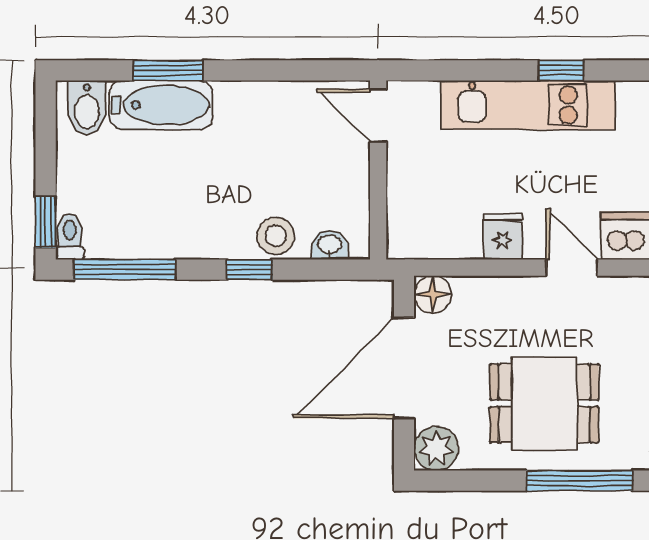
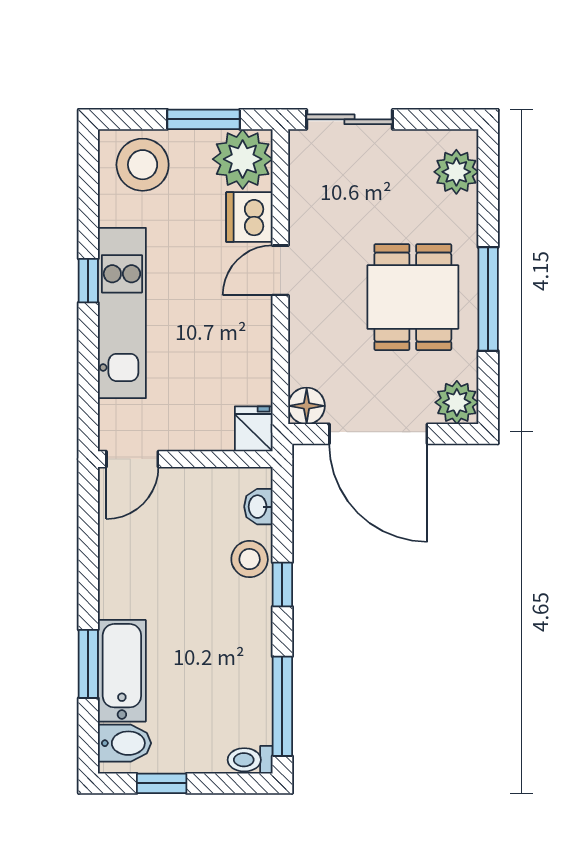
window: (46, 222) -> (162, 783), moved
fridge: (503, 236) -> (254, 429), moved, turned 90
window: (580, 481) -> (488, 299), moved

